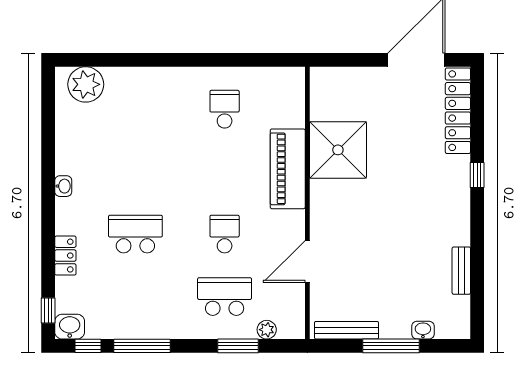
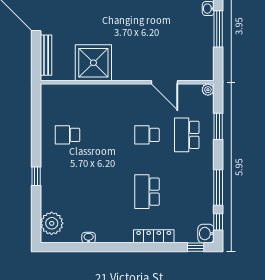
window: (160, 60) -> (36, 176), added
piano: (288, 169) -> (105, 95), removed
washbasin: (63, 186) -> (89, 238), moved
locker: (65, 256) -> (154, 236), width x1.53
plant: (267, 330) -> (208, 90), moved
bench: (346, 330) -> (46, 55), moved

